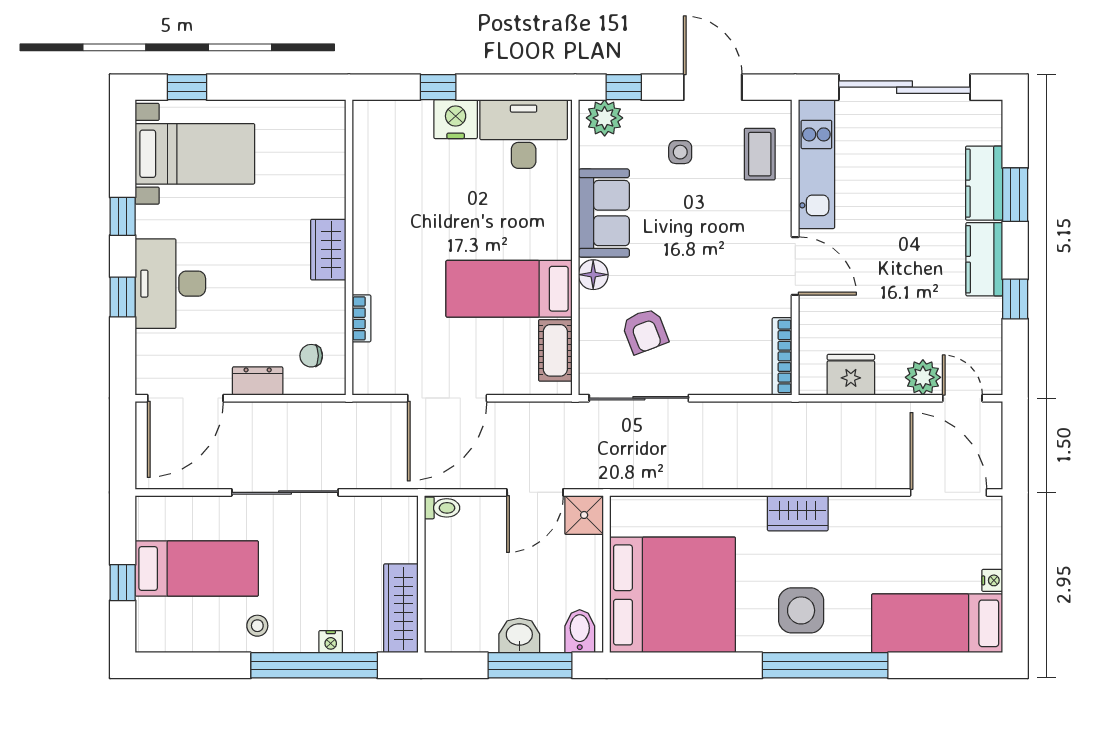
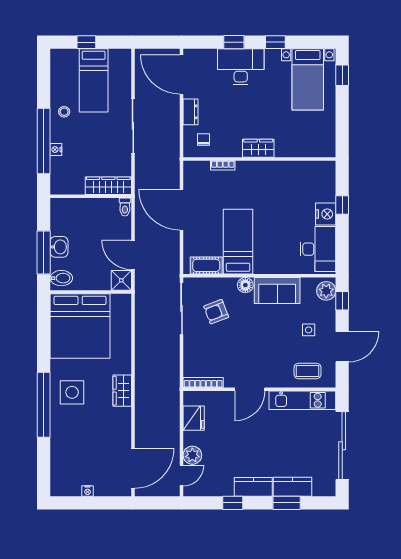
wardrobe: (401, 608) -> (108, 186), moved
bed: (937, 623) -> (65, 463), removed

